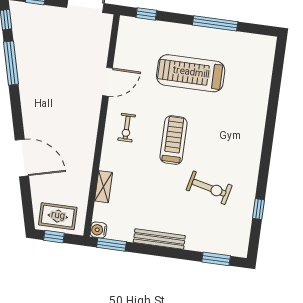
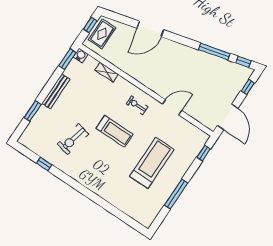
door: (108, 82) -> (172, 107), swing flipped
window: (216, 259) -> (33, 111), moved

